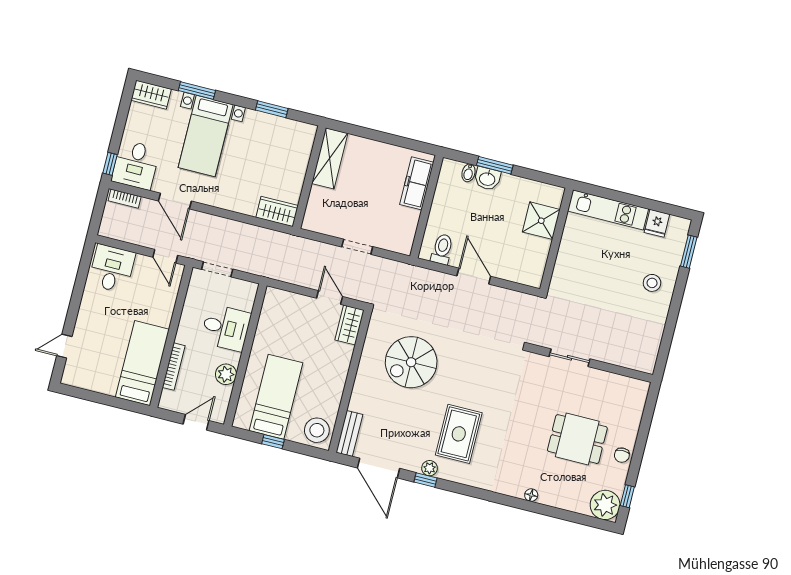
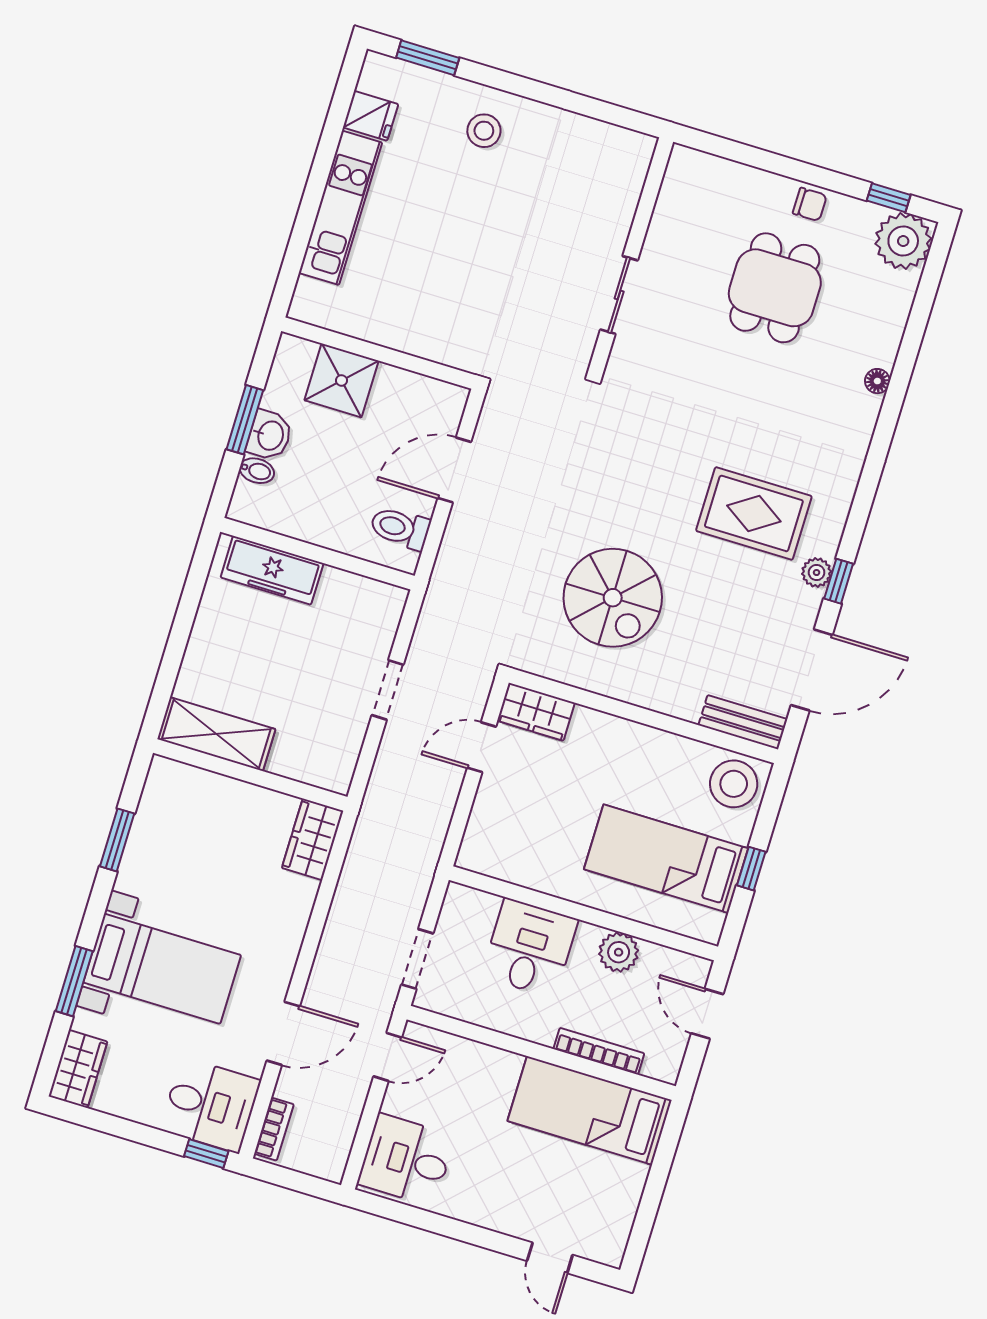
shower: (541, 221) -> (341, 380), moved
wall: (557, 239) -> (378, 353), moved

